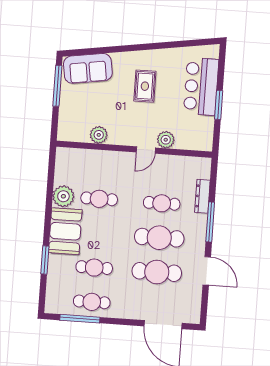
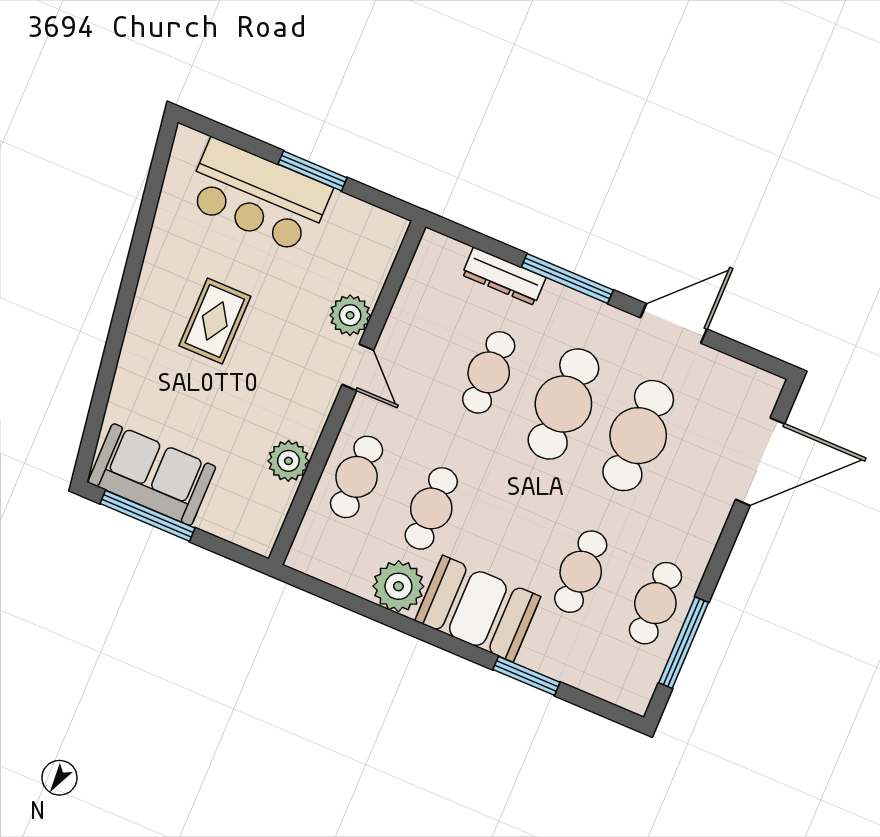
sofa: (88, 68) -> (152, 475), moved, turned -81
rug: (145, 86) -> (215, 321), turned 90
cafe table: (102, 164) -> (357, 477), added

